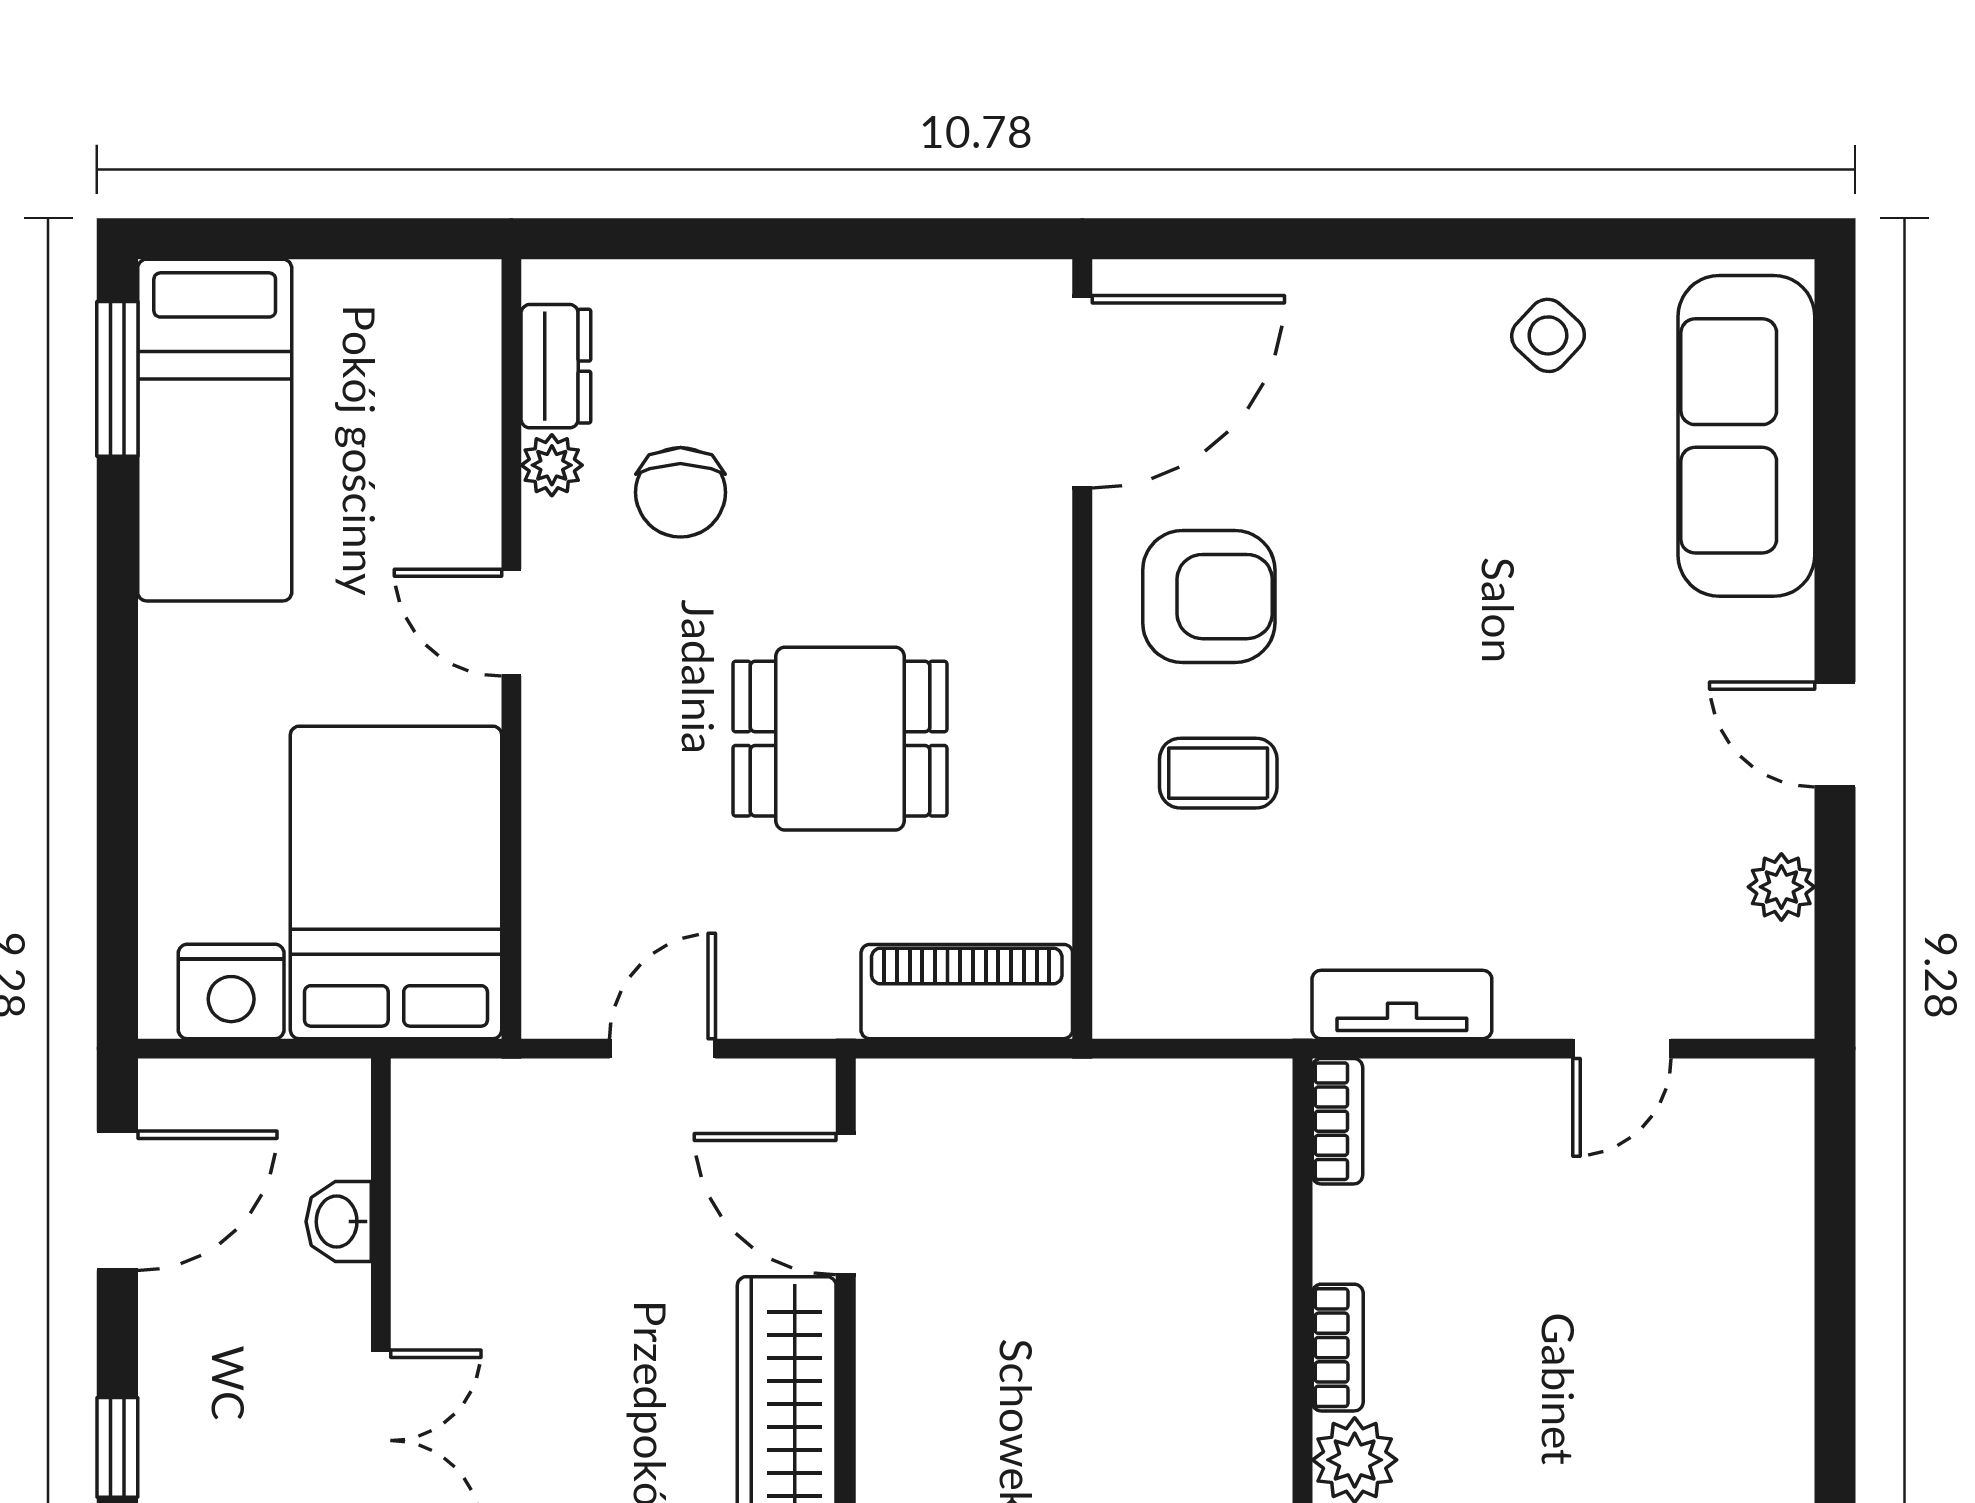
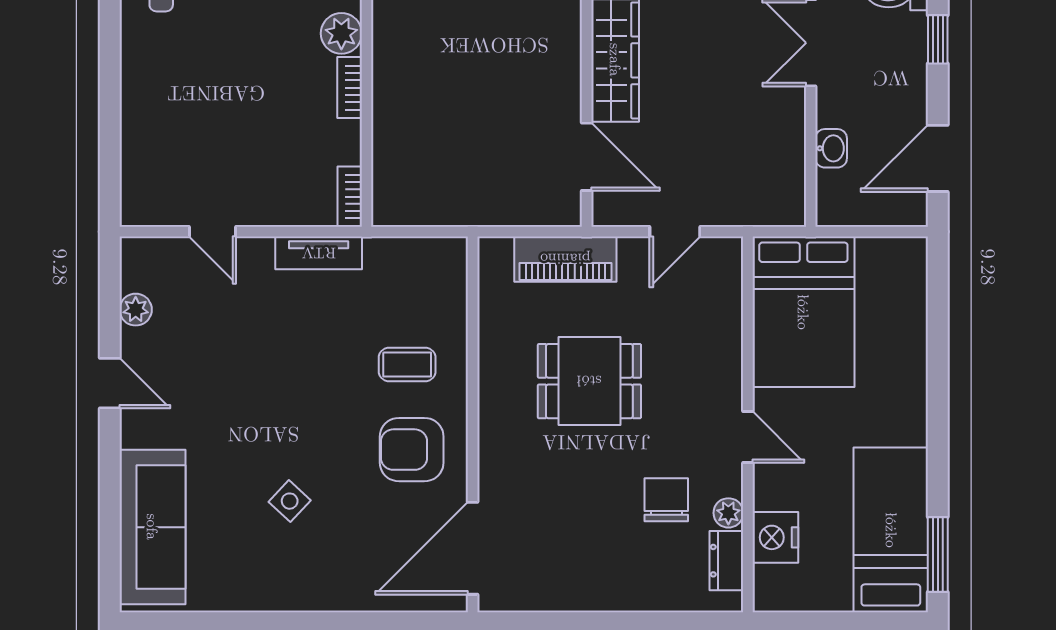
side table: (1548, 335) -> (290, 501), moved
nightstand: (231, 991) -> (775, 537), moved, turned -90
piano: (967, 992) -> (565, 259), moved
door: (1622, 1049) -> (213, 232), swing flipped

